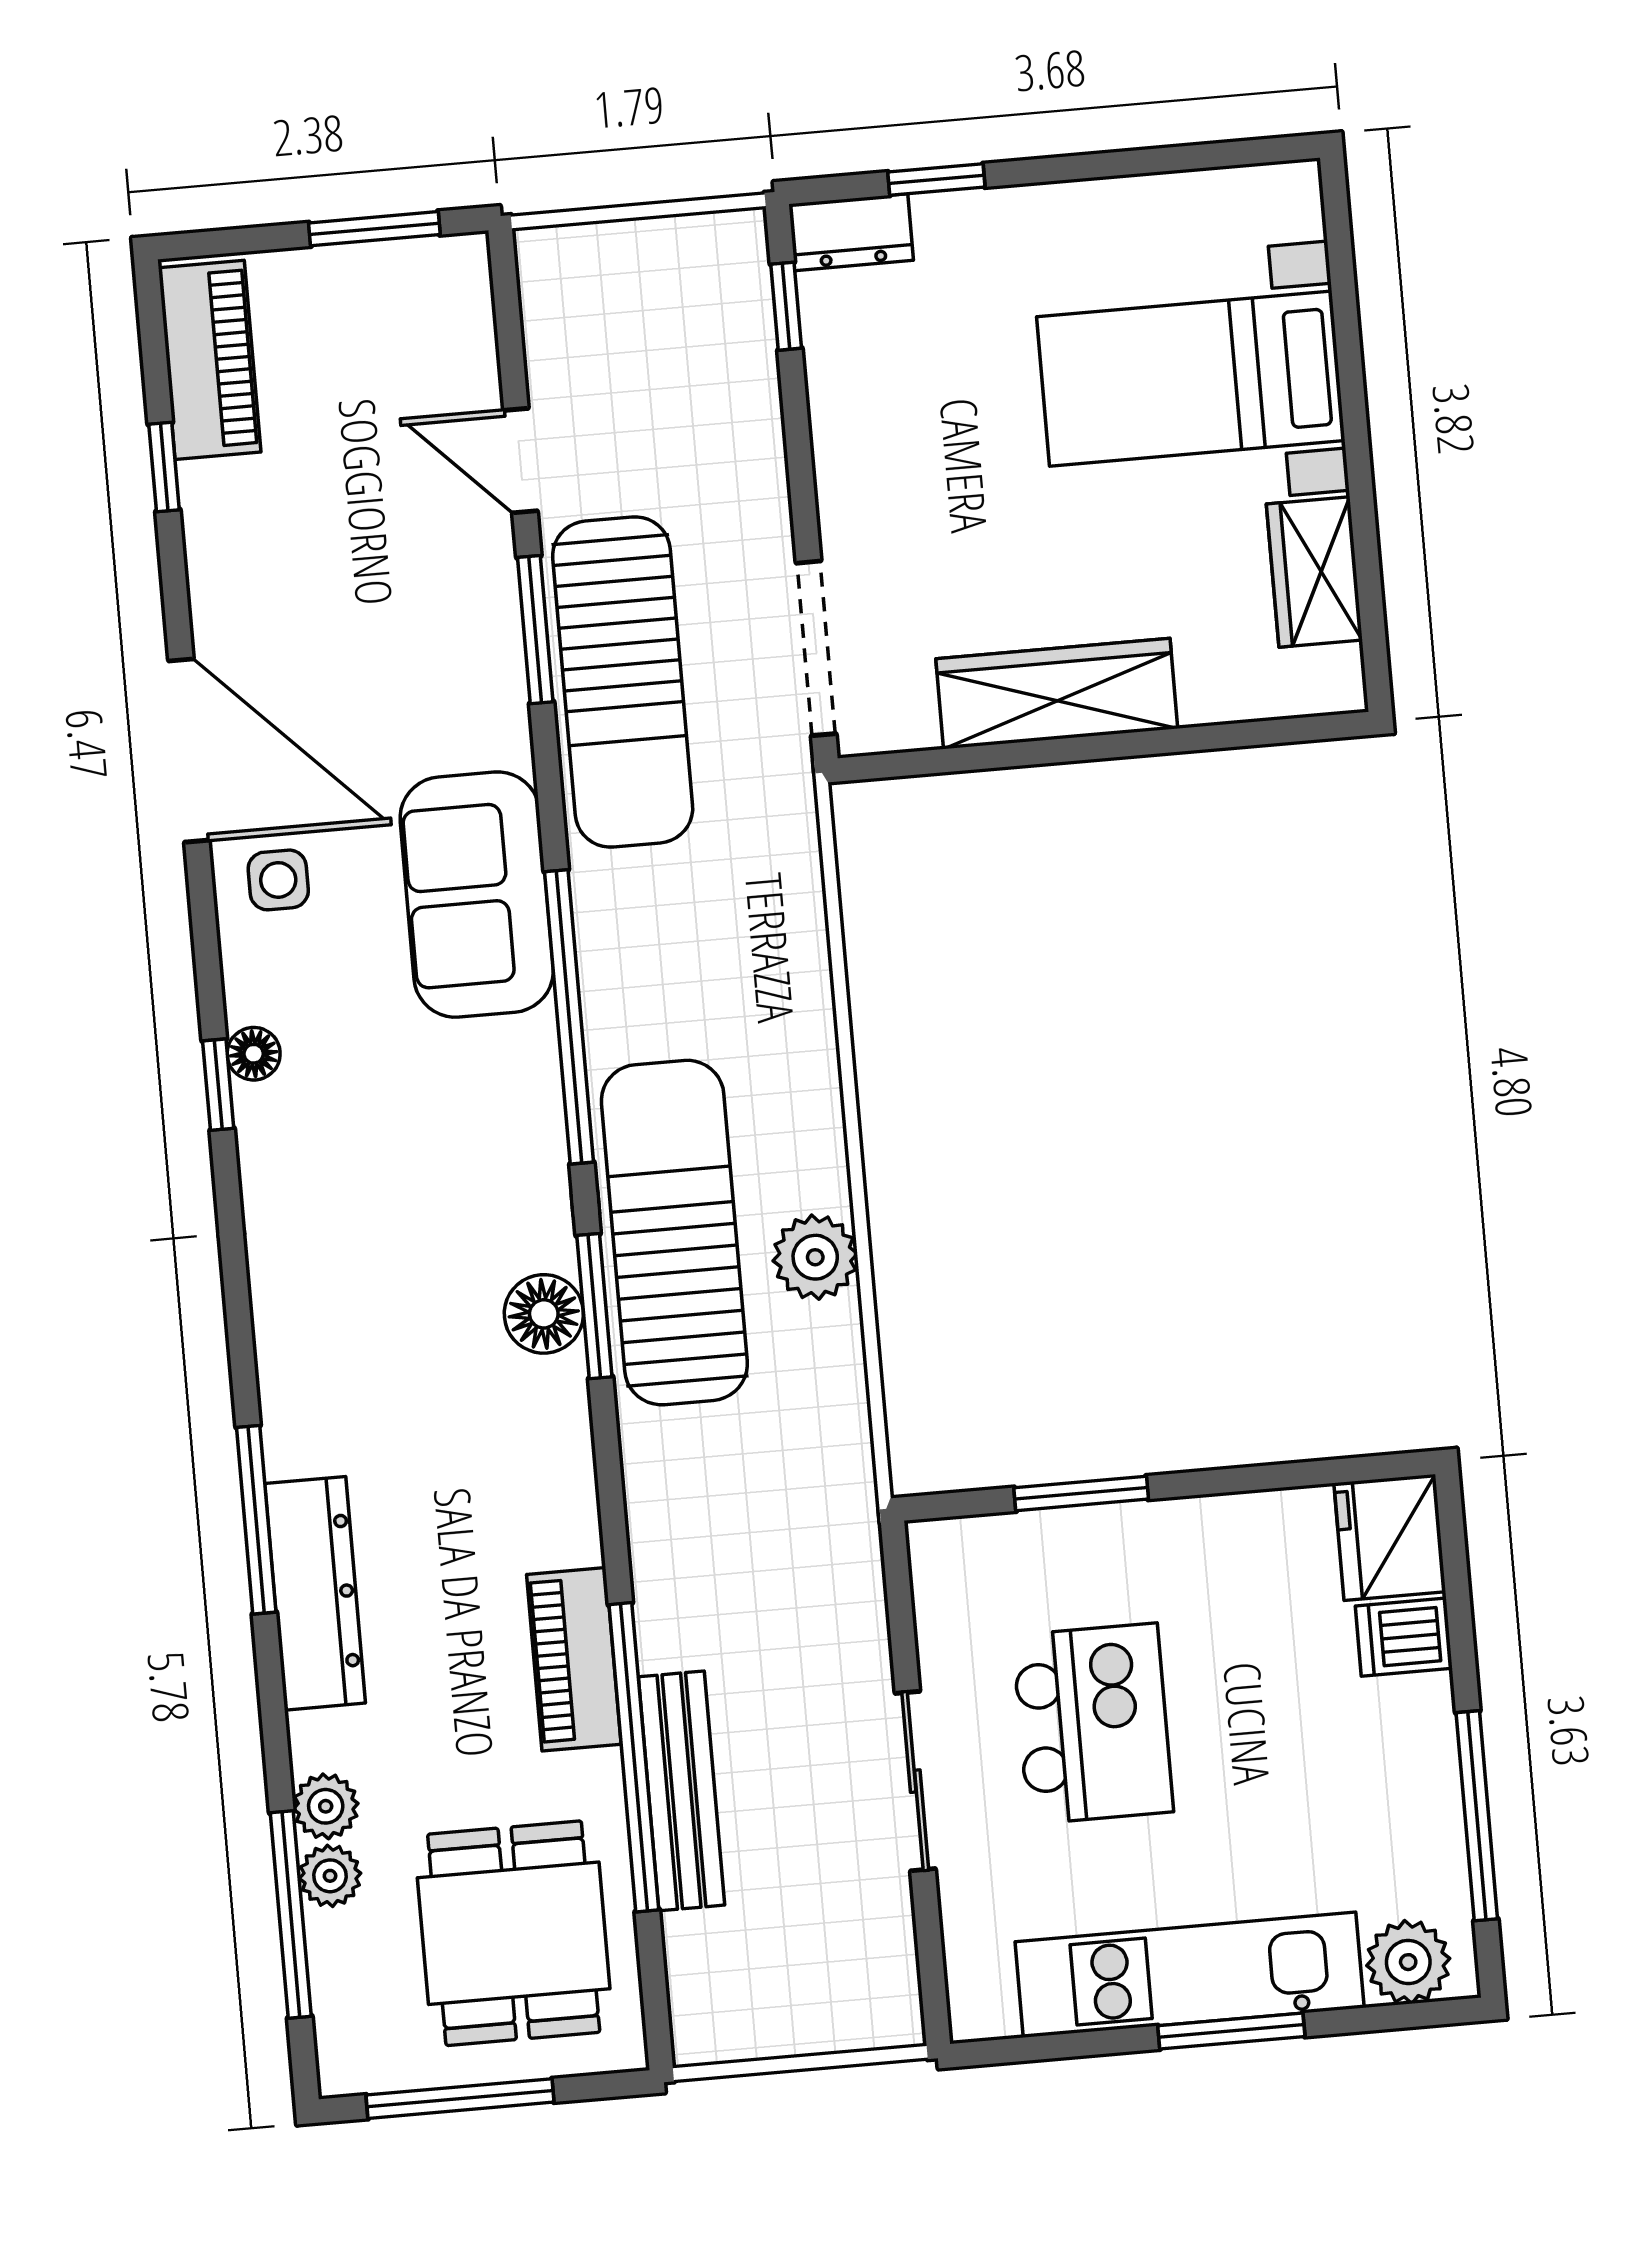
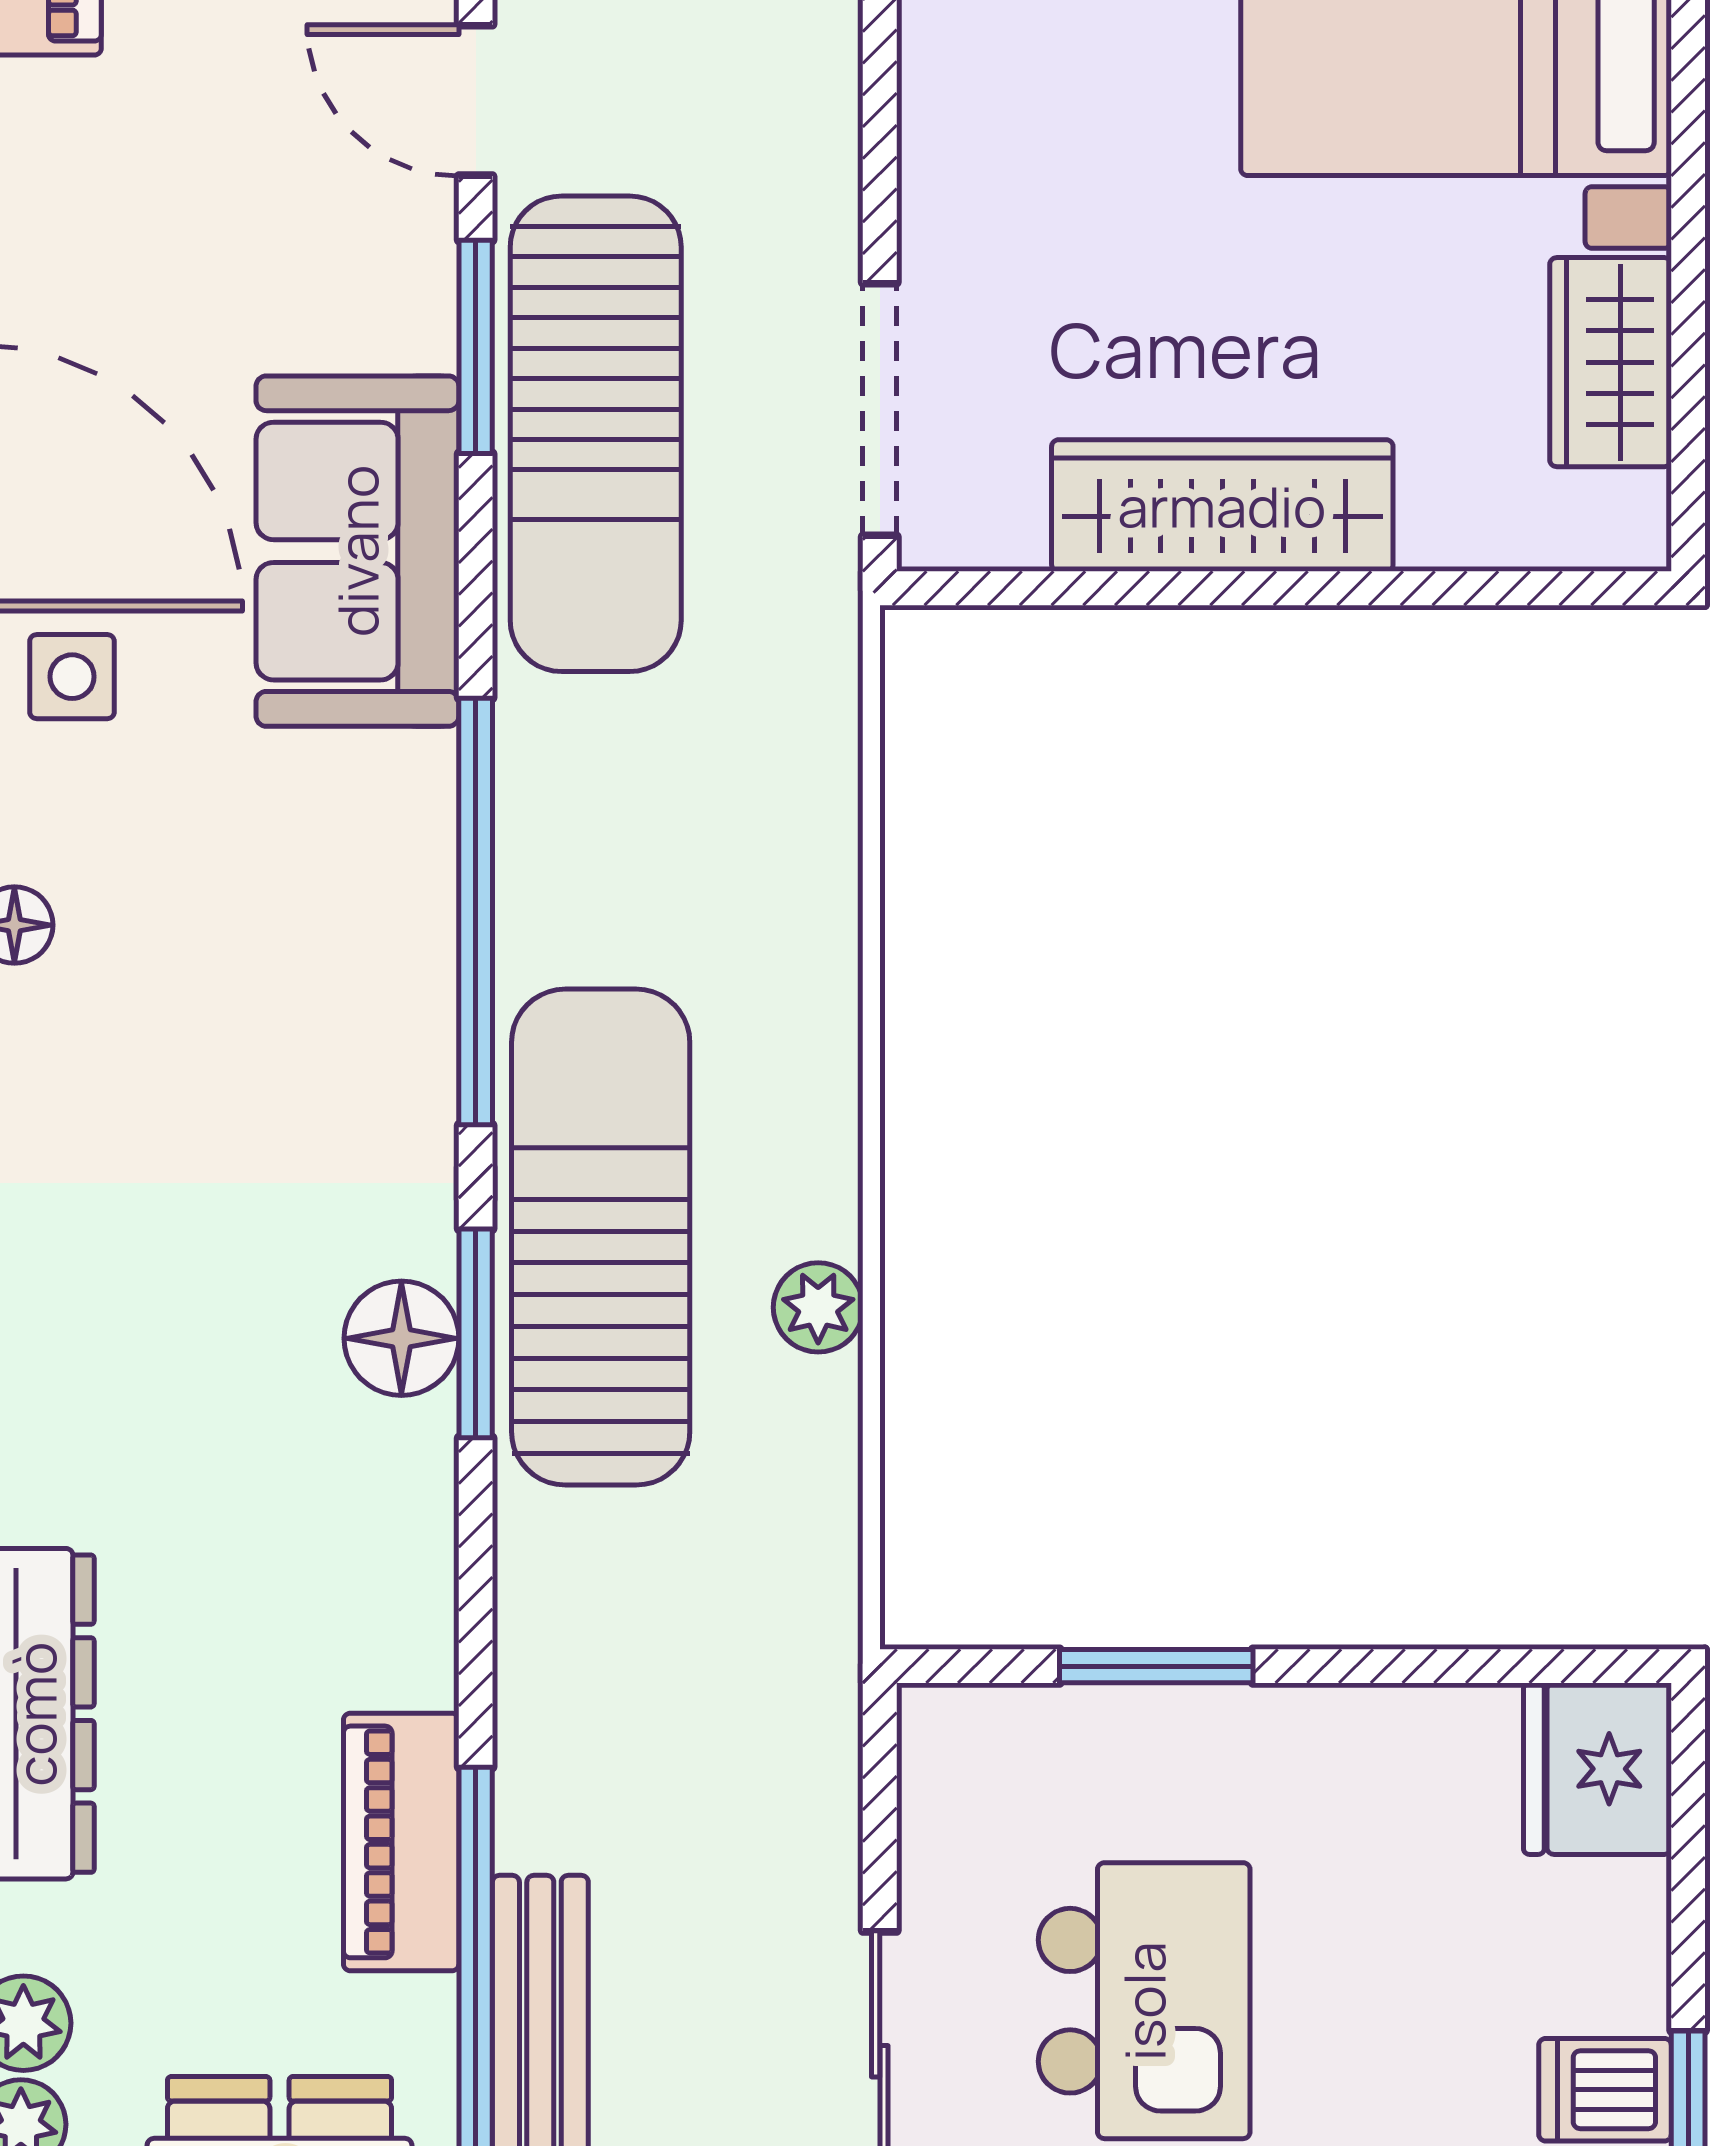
sofa: (477, 895) -> (357, 551), moved
plant: (815, 1257) -> (818, 1307), width x0.73, depth x0.73
dishwasher: (1404, 1637) -> (1605, 2090), moved

